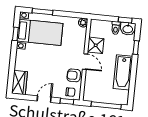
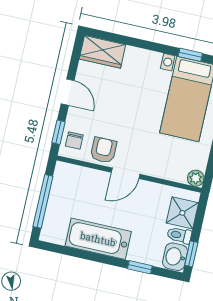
shower: (96, 45) -> (182, 213), moved

